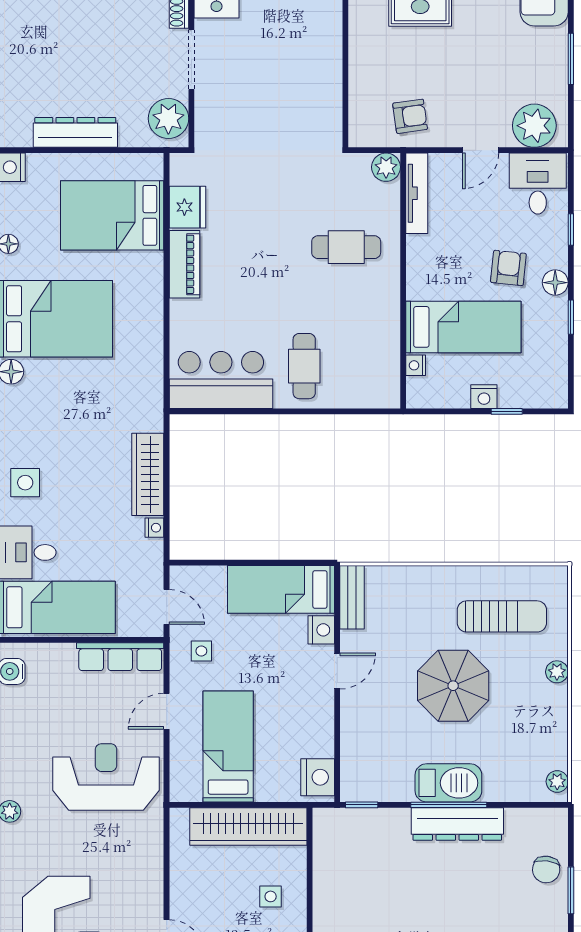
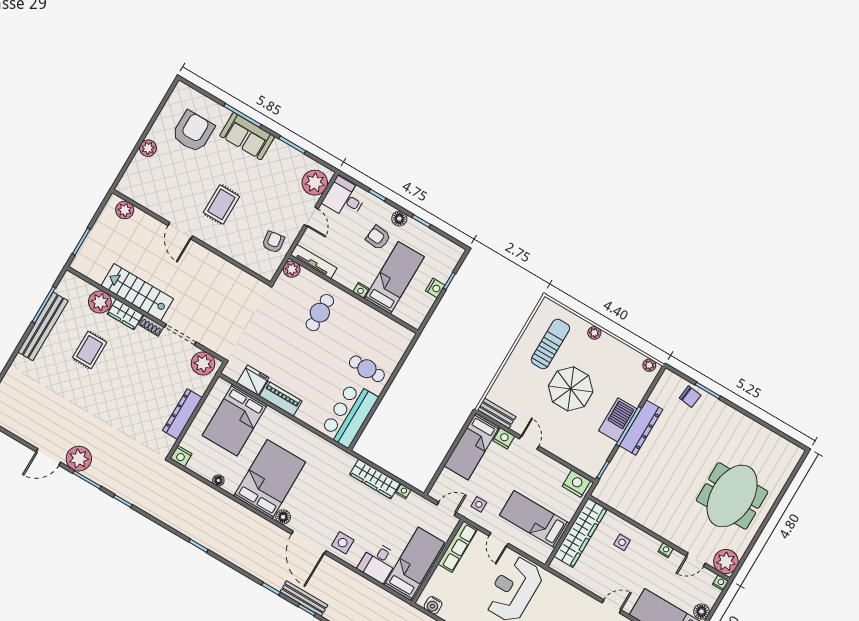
nightstand: (416, 365) -> (361, 290), moved

